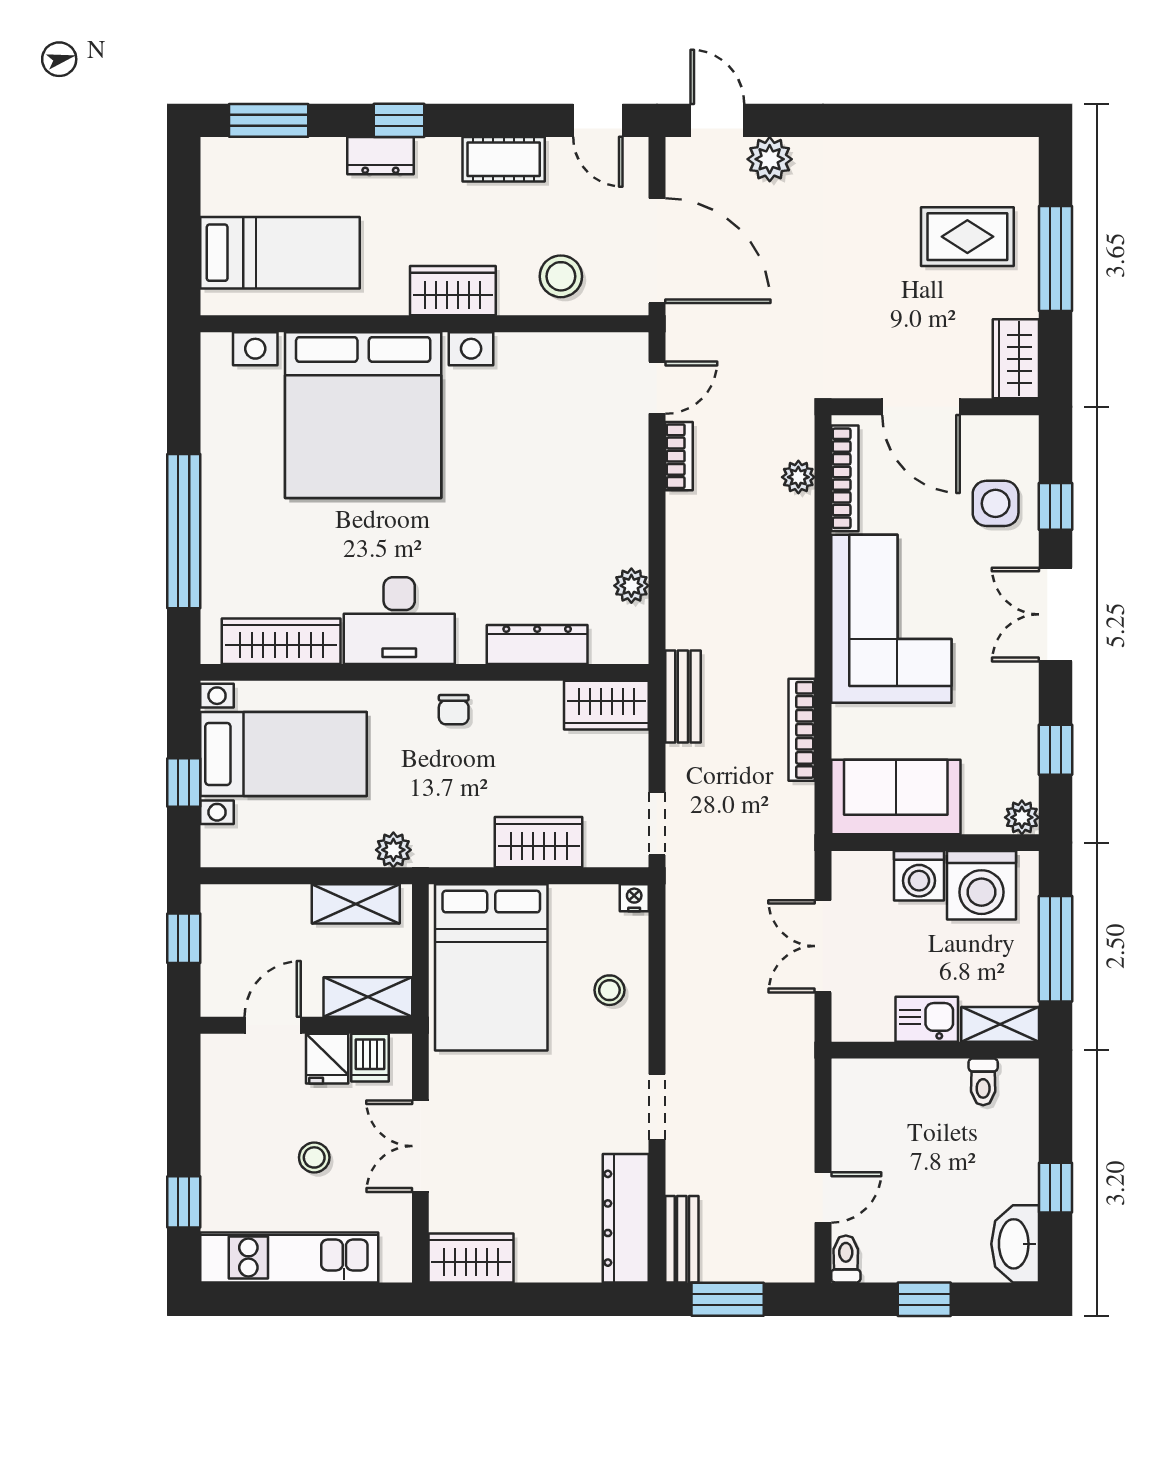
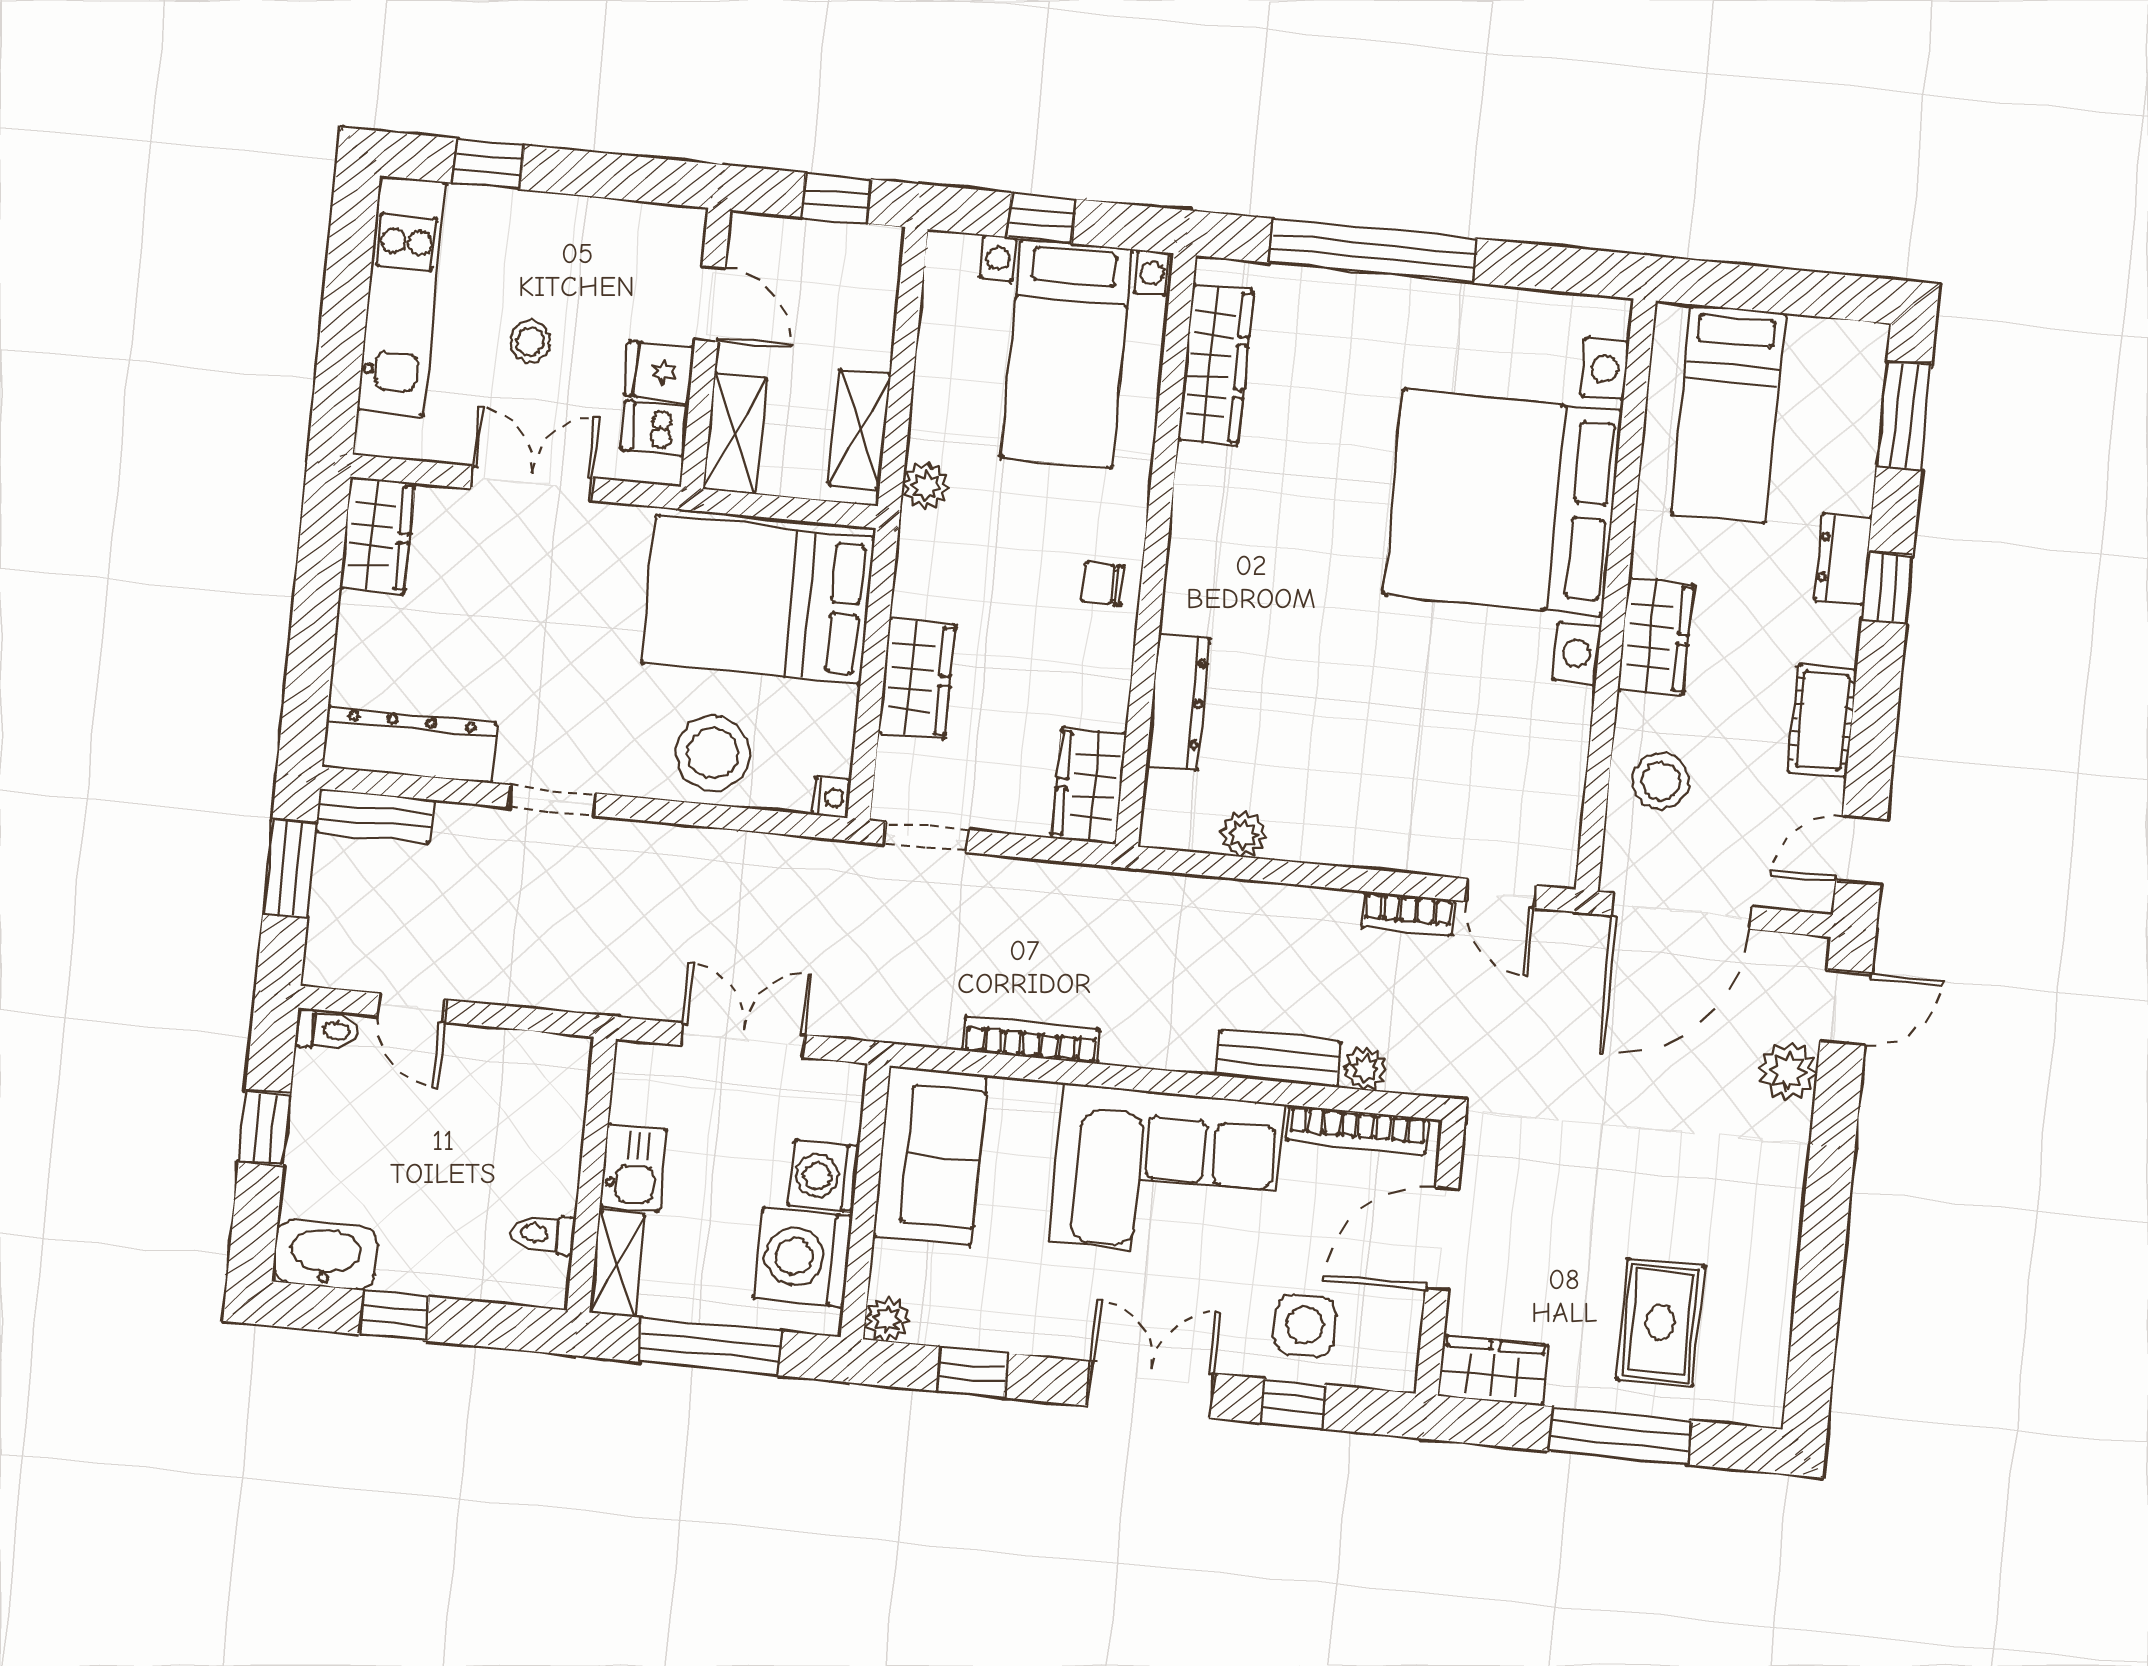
desk: (399, 621) -> (1227, 523), removed
bench: (683, 697) -> (1278, 1058), moved
stool: (609, 990) -> (713, 753), width x1.89, depth x1.89

